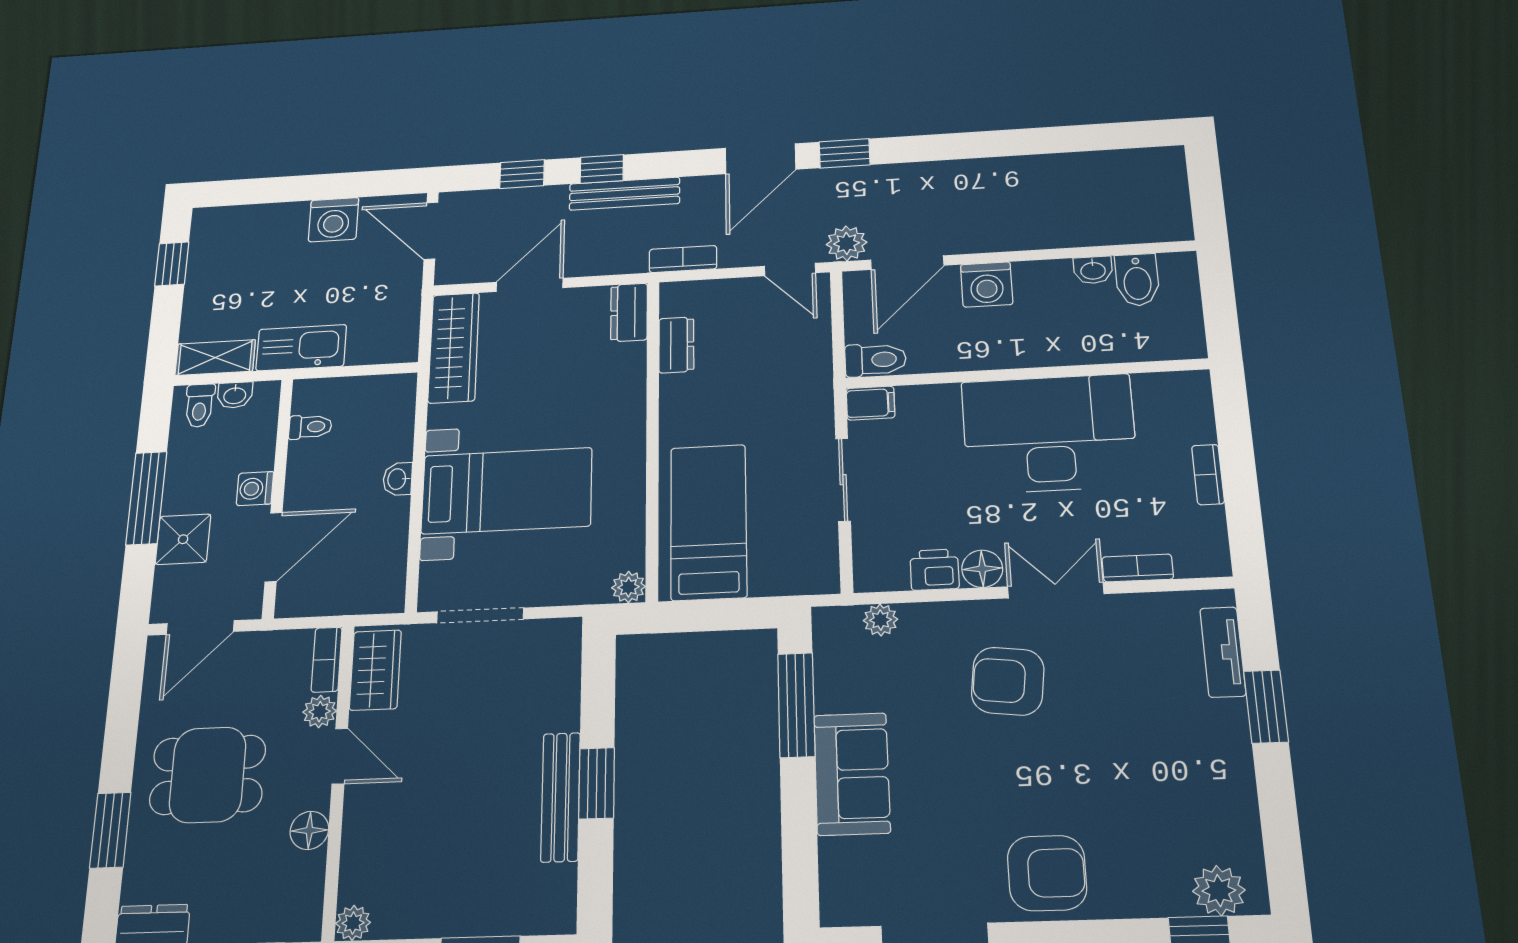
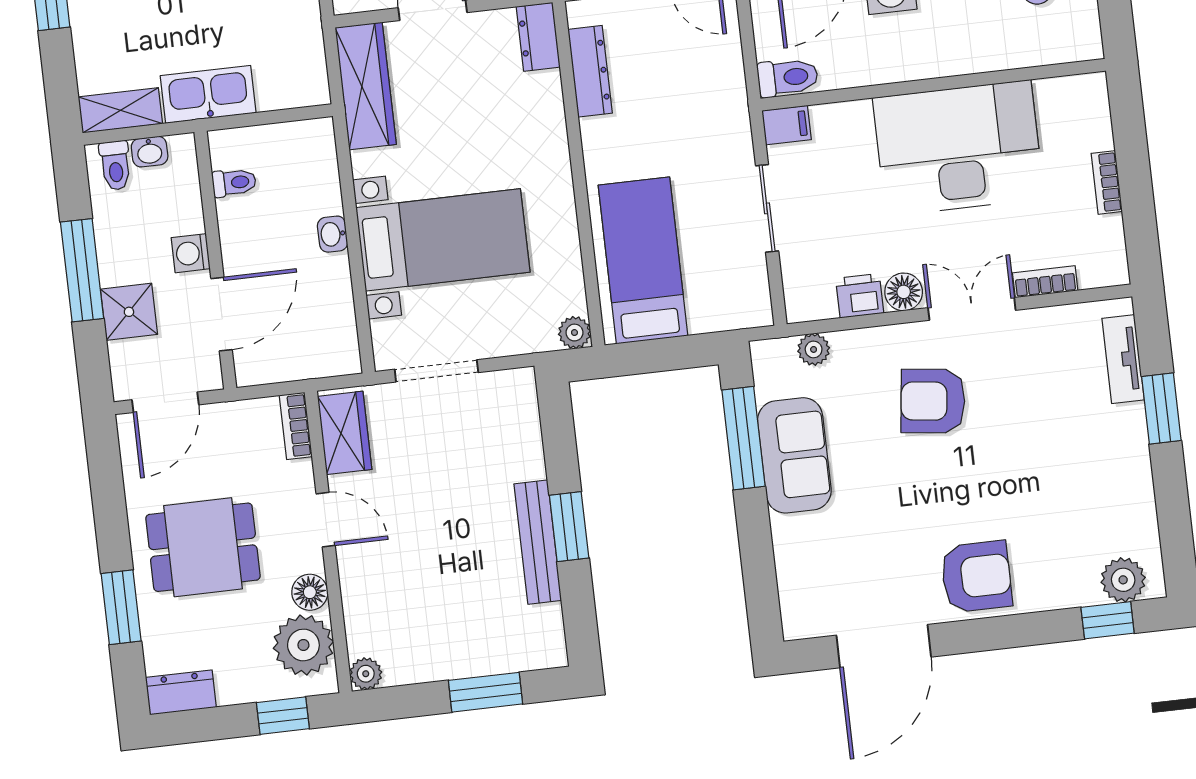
dresser: (676, 345) -> (590, 71), width x1.44
plant: (320, 712) -> (303, 645), moved, width x1.87, depth x1.87
sofa: (852, 774) -> (794, 455), moved

